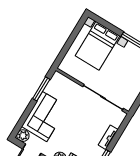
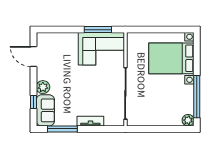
corner sofa: (45, 117) -> (101, 49), moved
plant: (23, 136) -> (43, 39), removed

